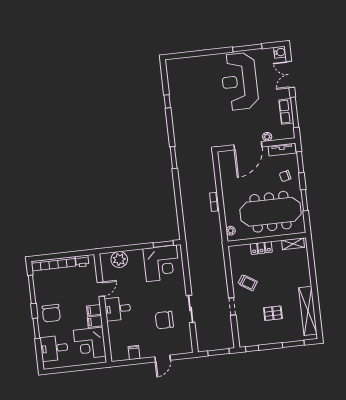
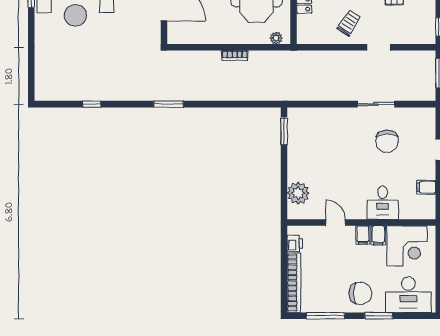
corner desk: (161, 263) -> (310, 137), removed
desk: (118, 309) -> (383, 203), moved
desk: (54, 348) -> (408, 295), width x1.37

